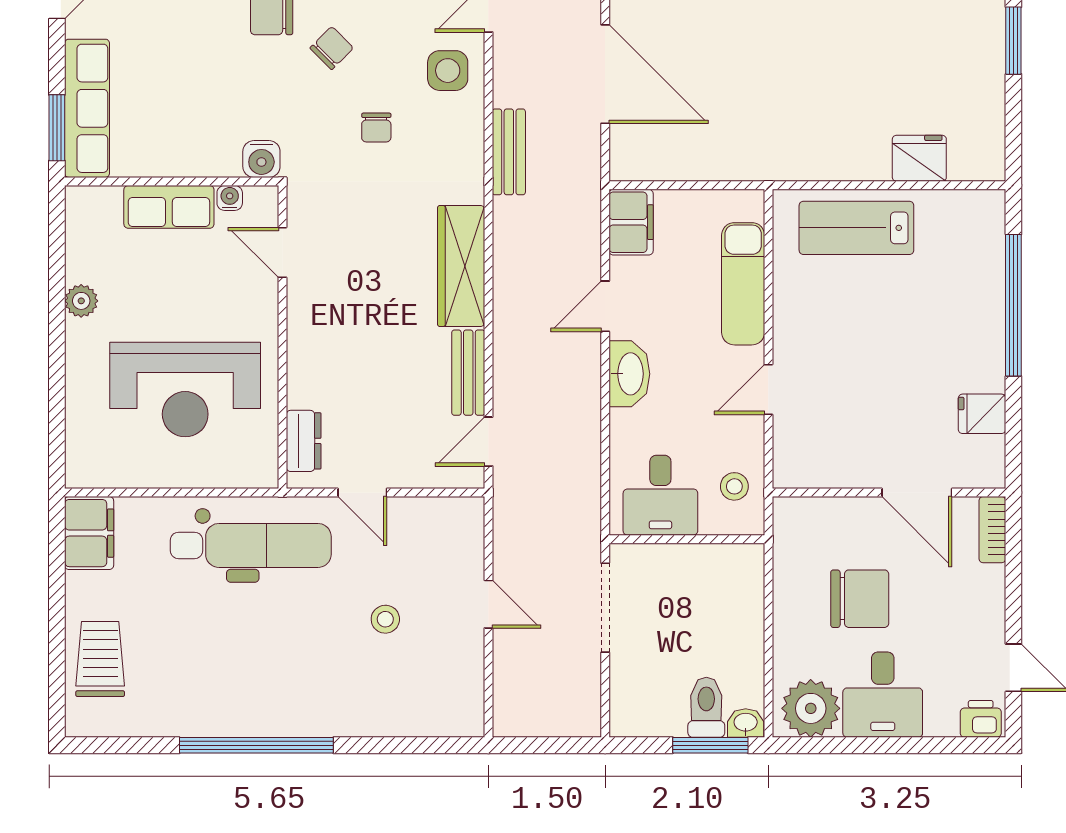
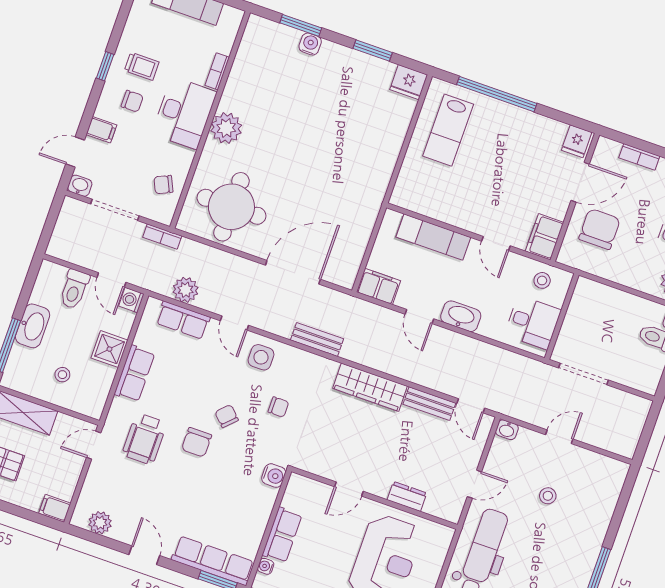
window: (1013, 41) -> (373, 51), moved
fridge: (919, 158) -> (409, 82), moved, turned -90
water cooler: (230, 198) -> (266, 566), moved
lab bench: (856, 228) -> (448, 130), moved
door: (282, 252) -> (349, 489), moved
fridge: (982, 414) -> (577, 141), moved
dresser: (304, 441) -> (407, 496), moved
filing cabinet: (807, 465) -> (545, 237), added
washbasin: (470, 514) -> (507, 430), added
bookcase: (992, 530) -> (639, 157), moved
chair: (860, 599) -> (600, 229), moved

